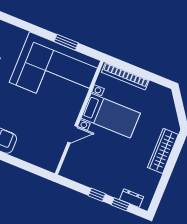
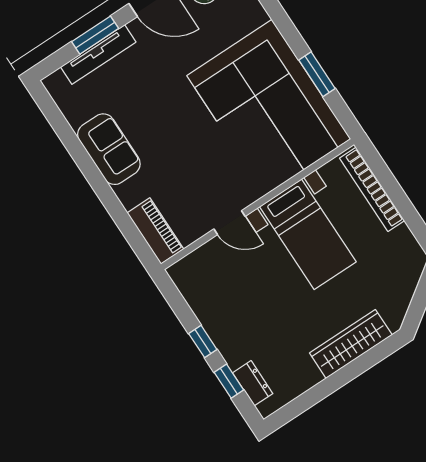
piano: (42, 160) -> (155, 231), added

